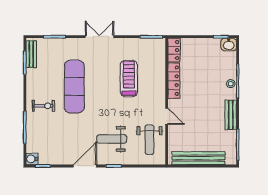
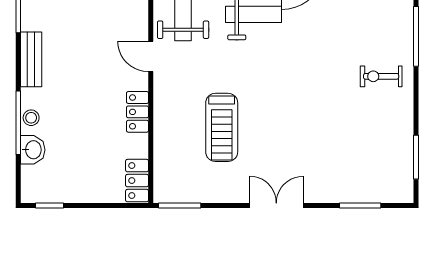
double door: (100, 37) -> (276, 205), swing flipped
washbasin: (229, 45) -> (33, 150), moved, turned 90
bench: (31, 54) -> (404, 173), removed
locker: (174, 81) -> (138, 112), width x0.66
exercise mat: (74, 87) -> (324, 112), removed

